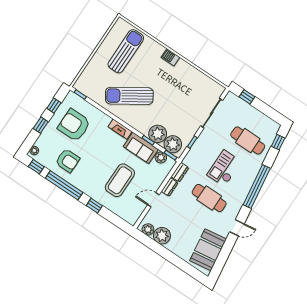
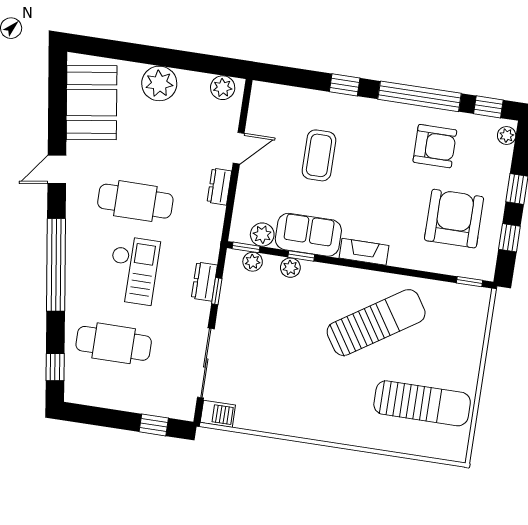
sun lounger: (126, 51) -> (422, 403), turned -90
barbecue: (170, 57) -> (218, 414), moved
armchair: (74, 125) -> (454, 219), turned -90
plant: (158, 134) -> (290, 268), width x0.53, depth x0.53
plant: (173, 144) -> (253, 262), width x0.53, depth x0.53
armchair: (68, 161) -> (435, 146), turned 180
dresser: (180, 172) -> (204, 282), moved
coffee table: (120, 180) -> (319, 155), width x0.73, depth x0.76
plant: (162, 236) -> (159, 83), moved

